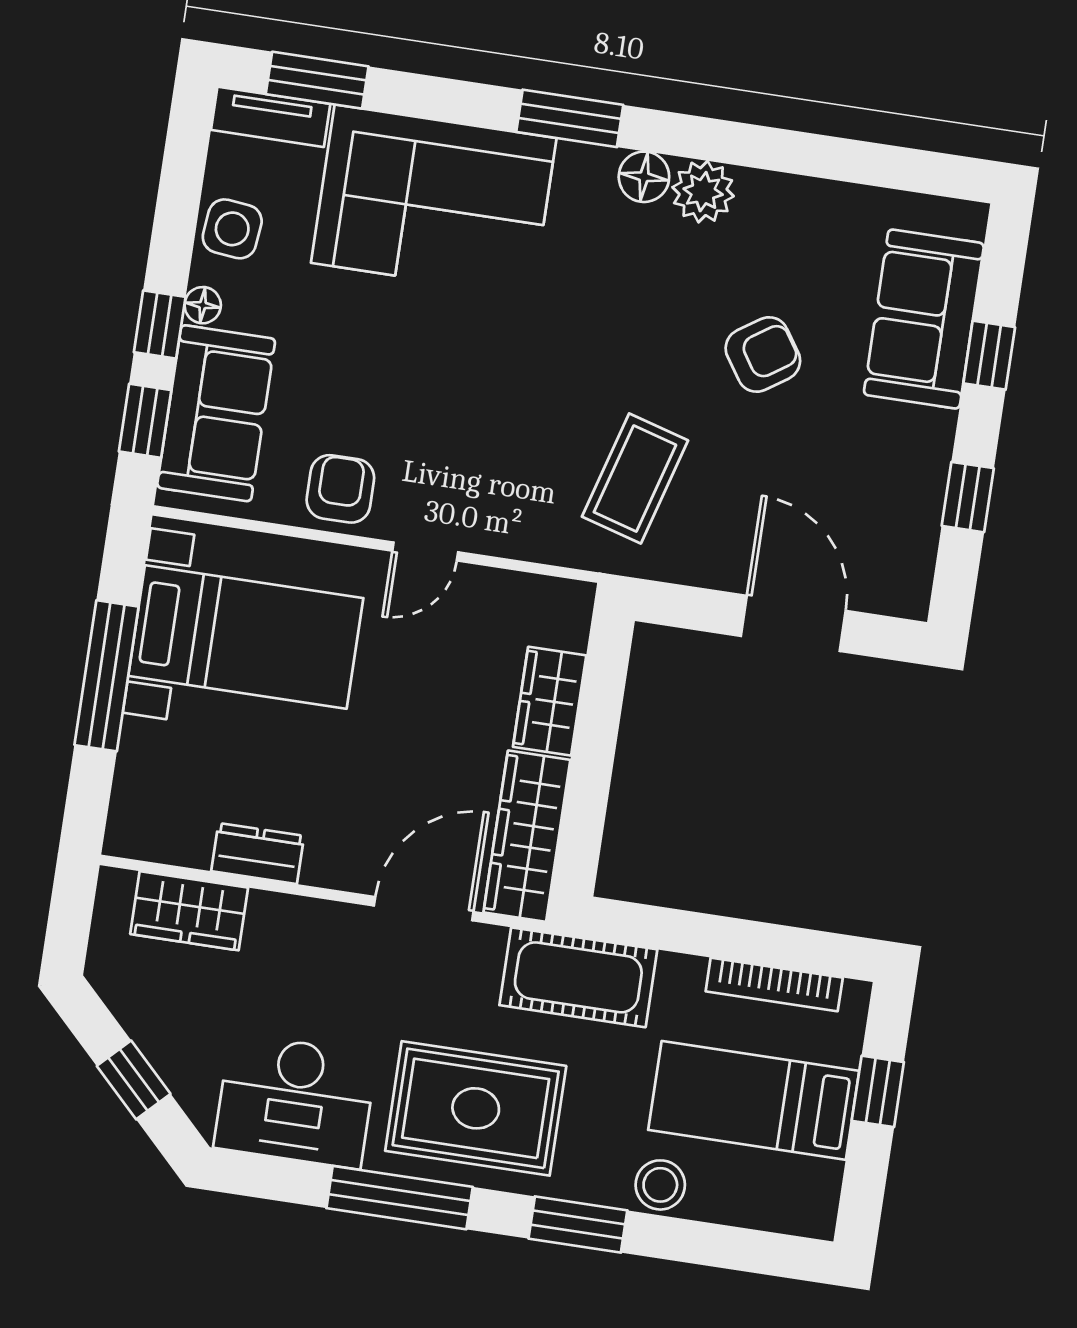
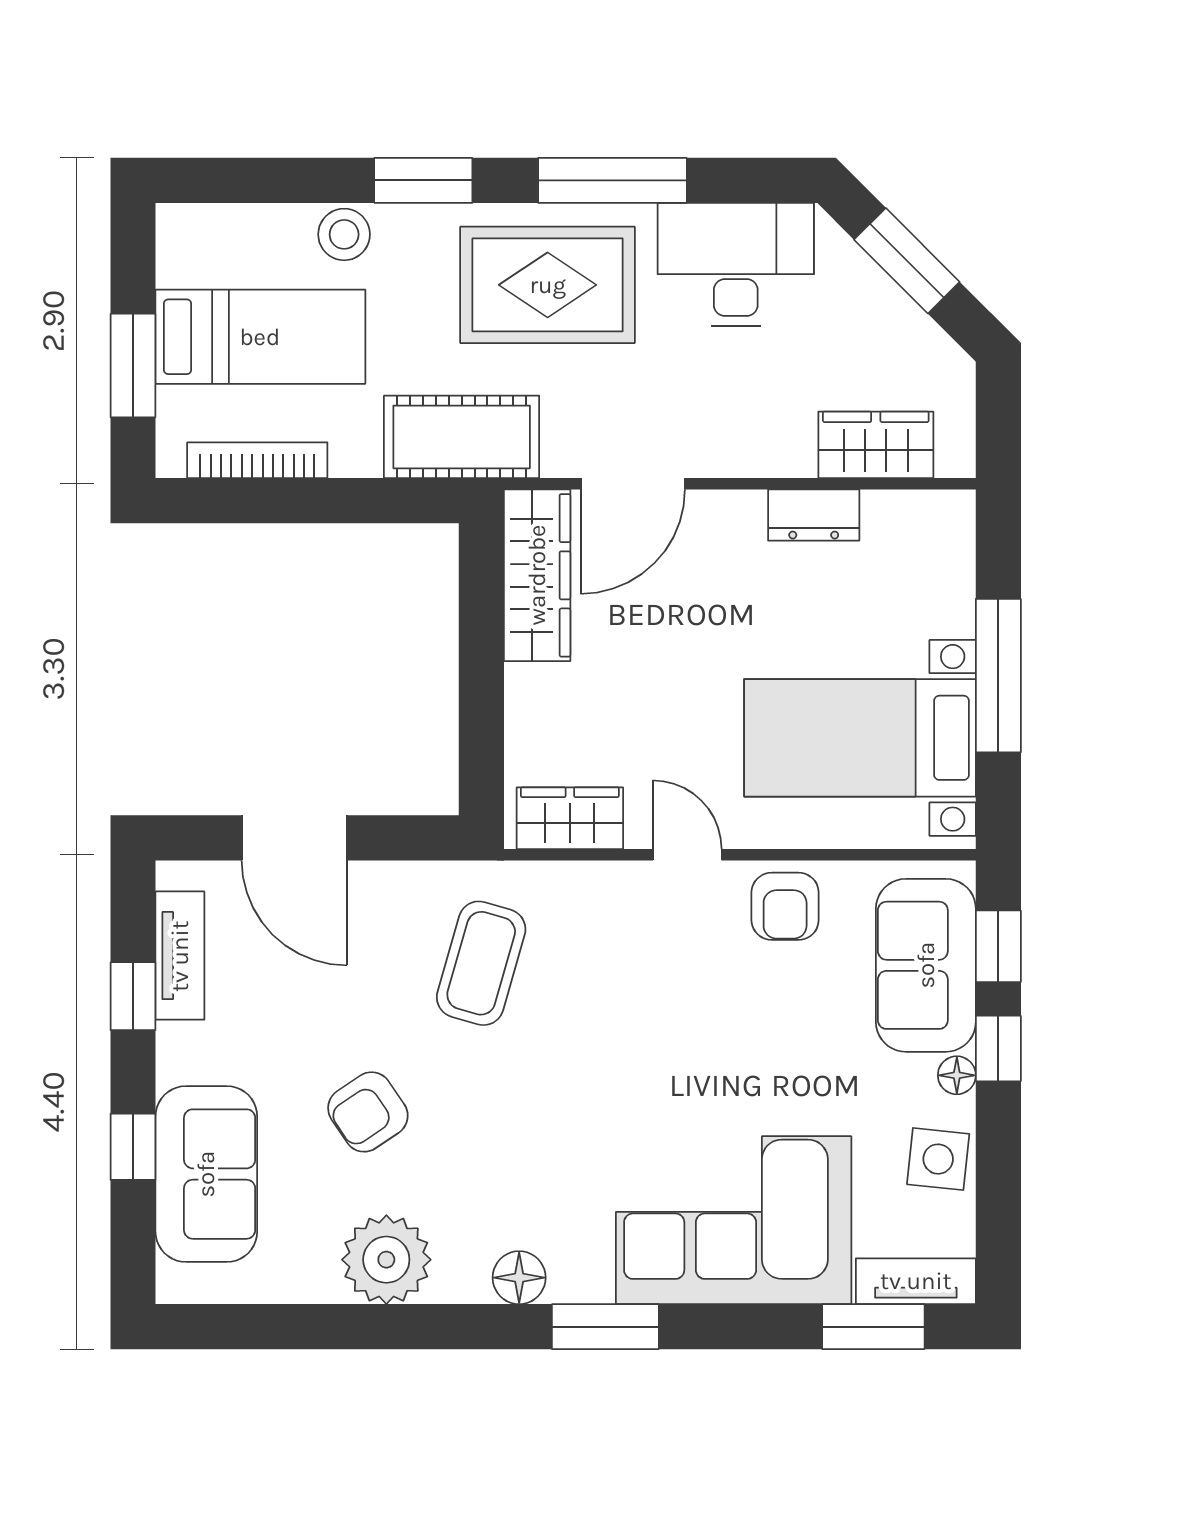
plant: (703, 192) -> (386, 1260), moved, width x1.36, depth x1.36
tv unit: (918, 529) -> (180, 956), added
door: (425, 551) -> (687, 855), hinge flipped
wardrobe: (550, 701) -> (570, 818), moved, turned -90
window: (134, 1080) -> (907, 261), width x1.50
window: (878, 1091) -> (133, 366), width x1.50

